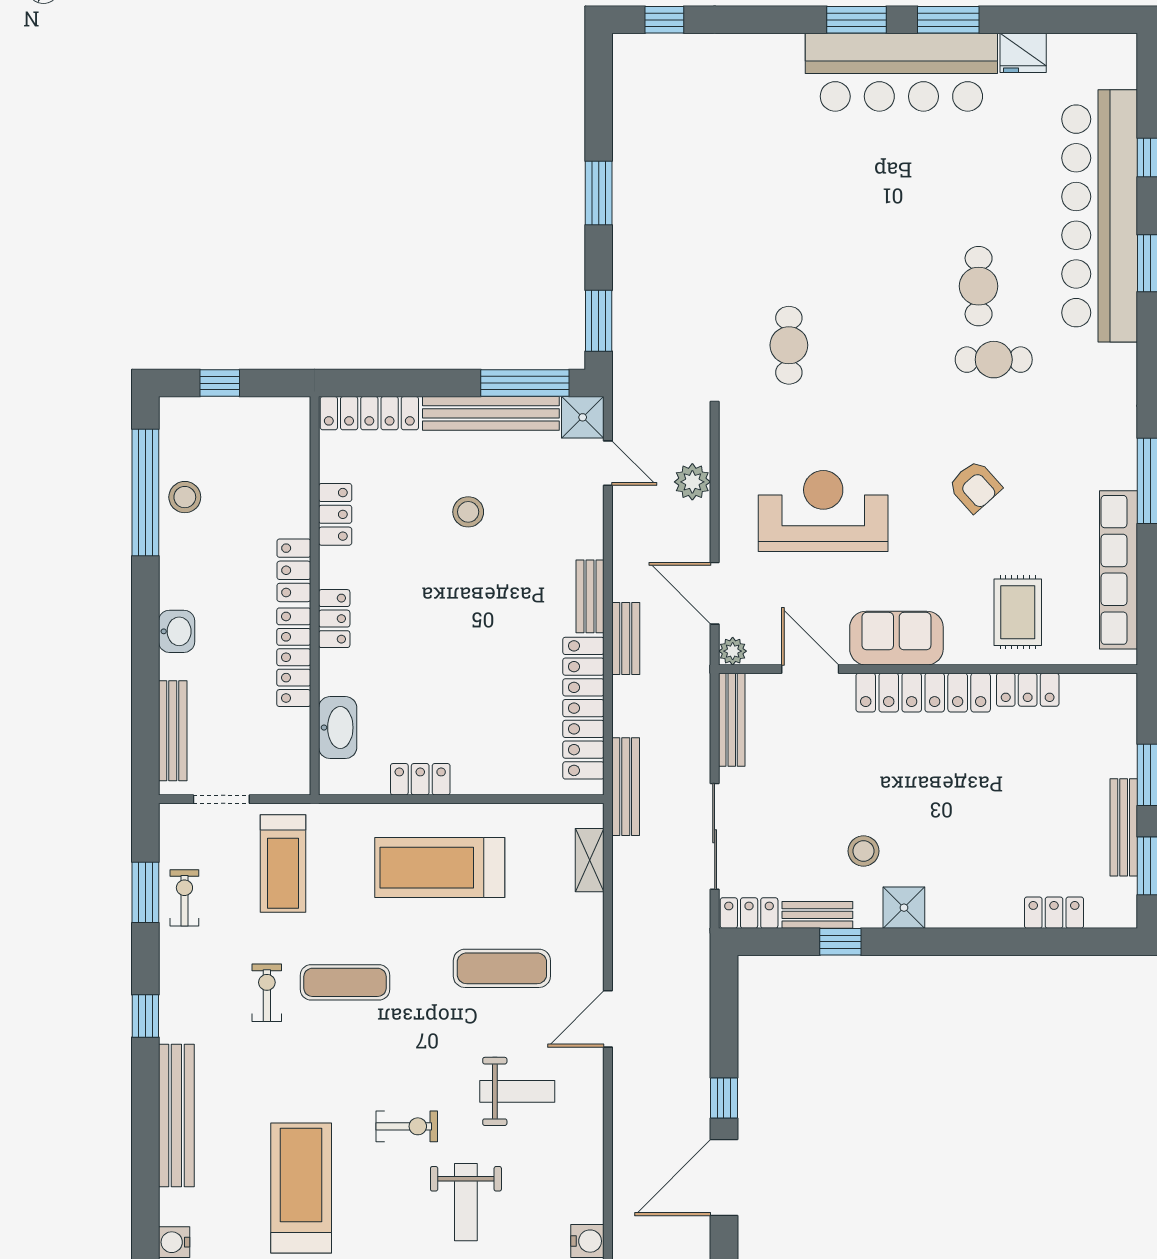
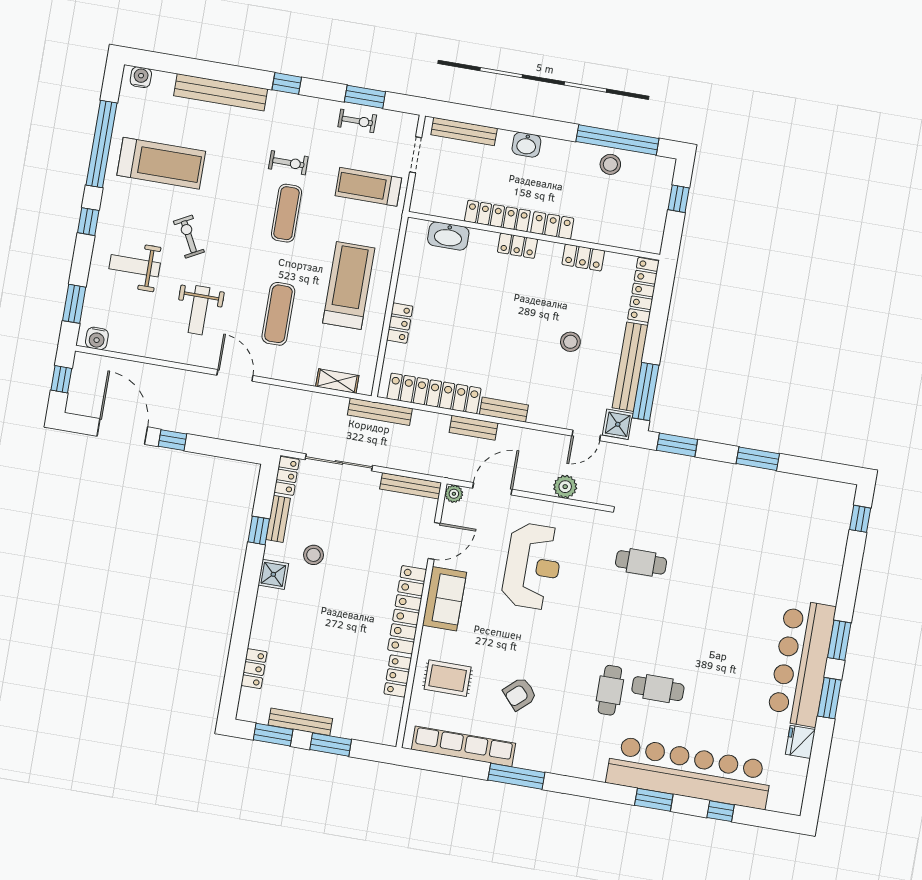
armchair: (975, 486) -> (520, 694), moved
locker: (420, 779) -> (400, 323), moved
exercise bike: (407, 1126) -> (189, 237), turned 152

